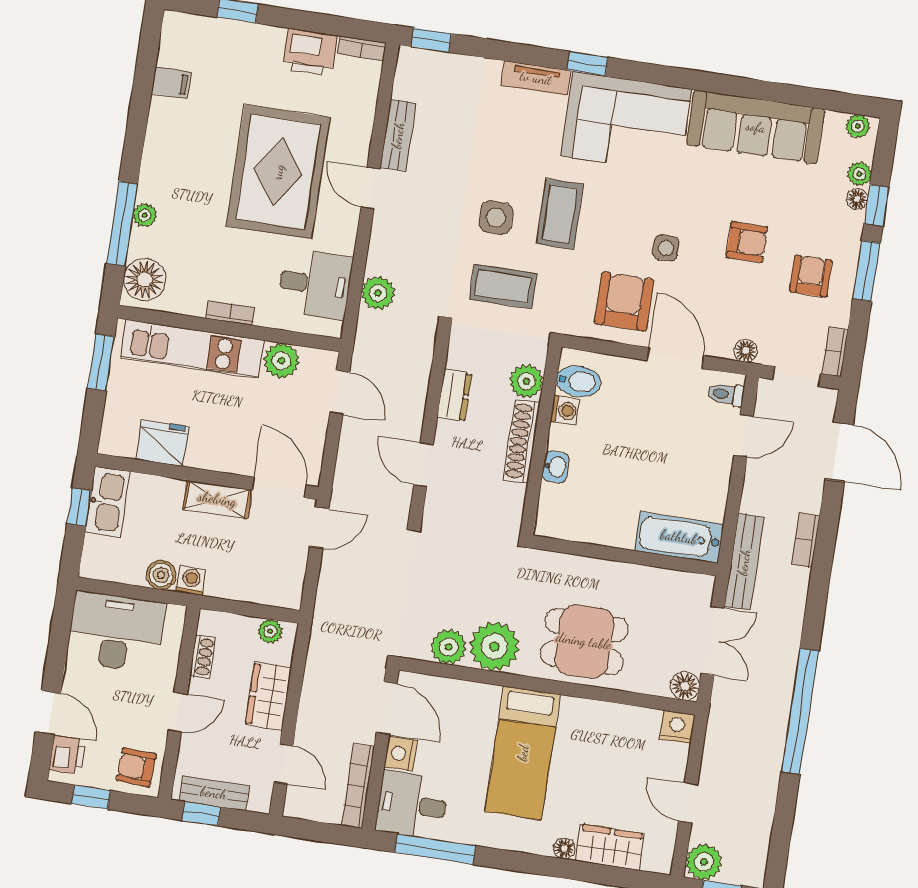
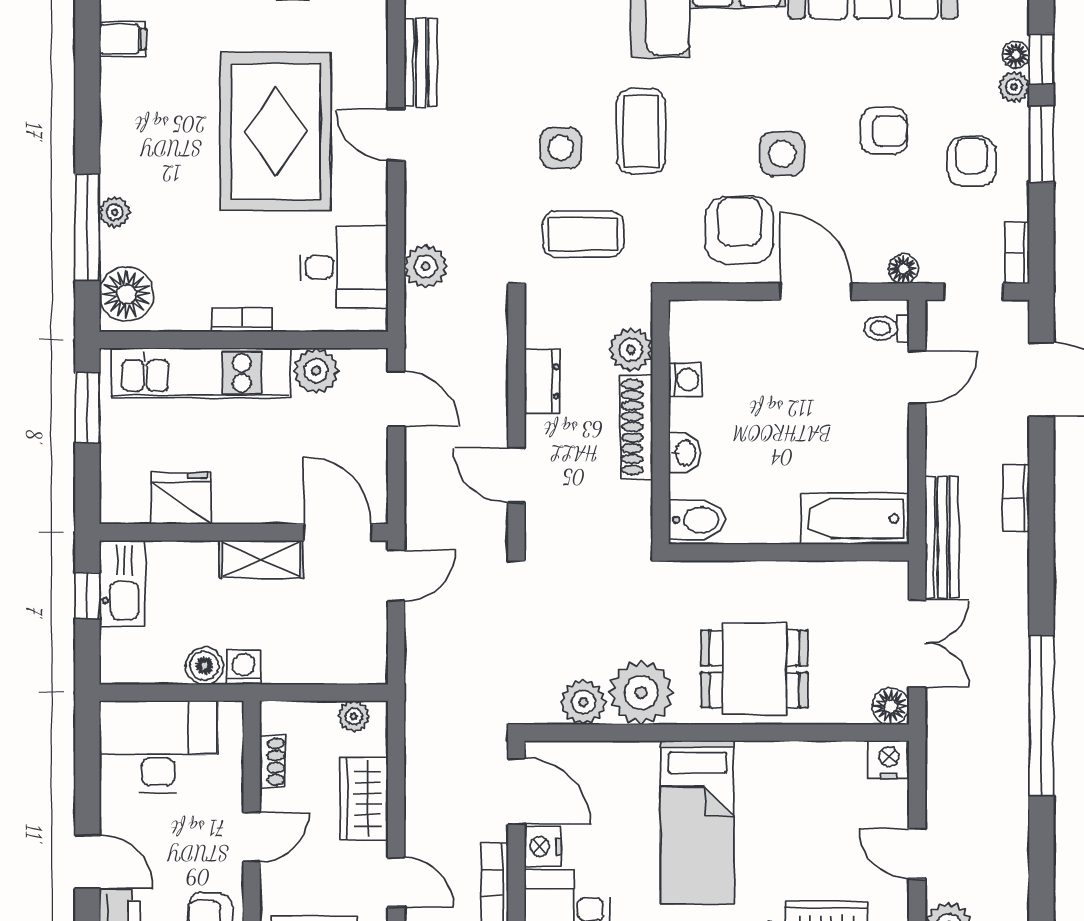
plant: (860, 174) -> (1014, 87), moved
side table: (666, 248) -> (782, 154), width x1.37, depth x1.37
bidet: (579, 381) -> (697, 520), moved

